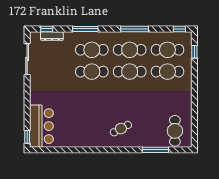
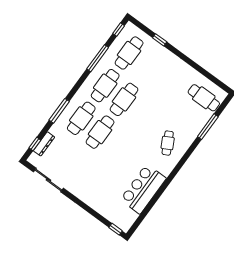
window: (135, 29) -> (98, 58), moved
window: (194, 52) -> (160, 40), moved
cafe table: (167, 72) -> (148, 67), removed
bar counter: (41, 126) -> (143, 189), moved, turned -90

